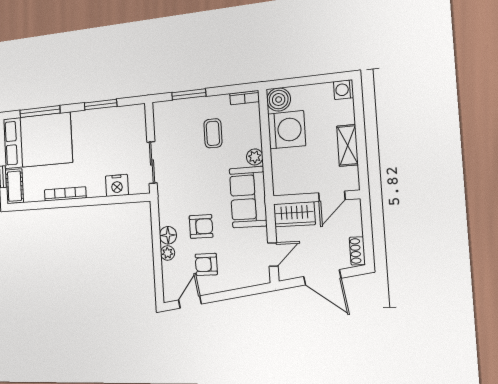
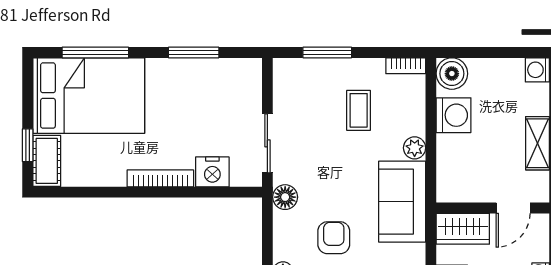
washing machine: (287, 130) -> (454, 115), width x0.73, depth x0.73
bookcase: (65, 194) -> (160, 178), moved
armchair: (201, 226) -> (334, 238), turned -90
floor lamp: (168, 235) -> (285, 197), moved

